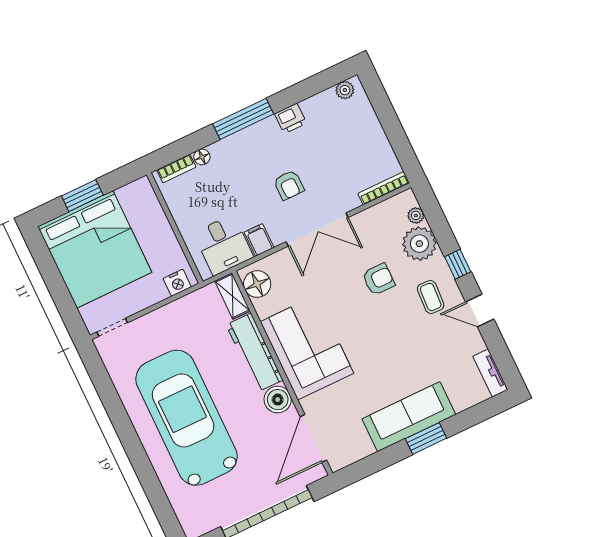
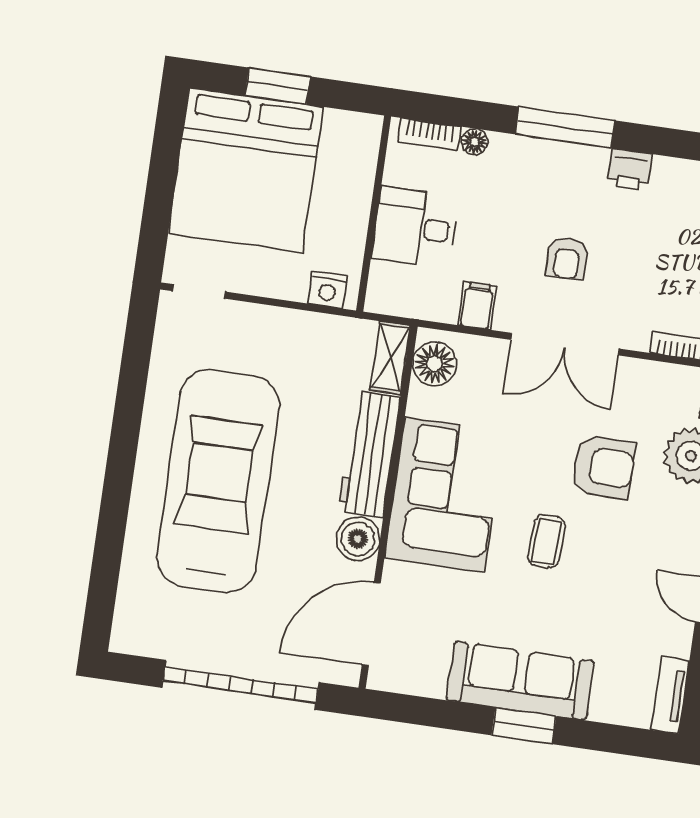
desk: (223, 245) -> (415, 228), moved, turned 90
armchair: (378, 279) -> (603, 467), width x1.38, depth x1.38
coffee table: (431, 297) -> (547, 541), moved

